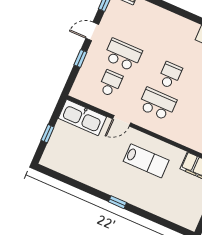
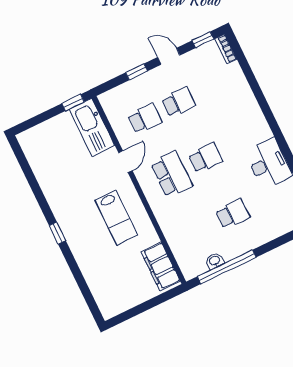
school desk: (123, 55) -> (179, 102), width x0.54
door: (122, 121) -> (125, 162), swing flipped
window: (48, 134) -> (73, 103), moved

